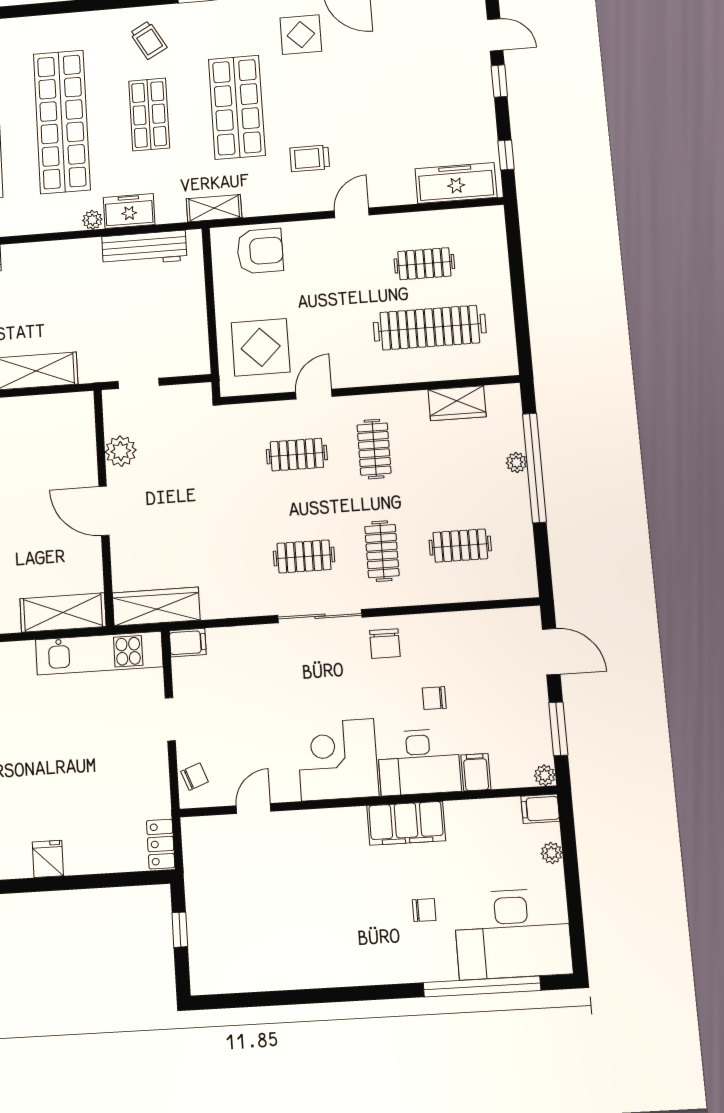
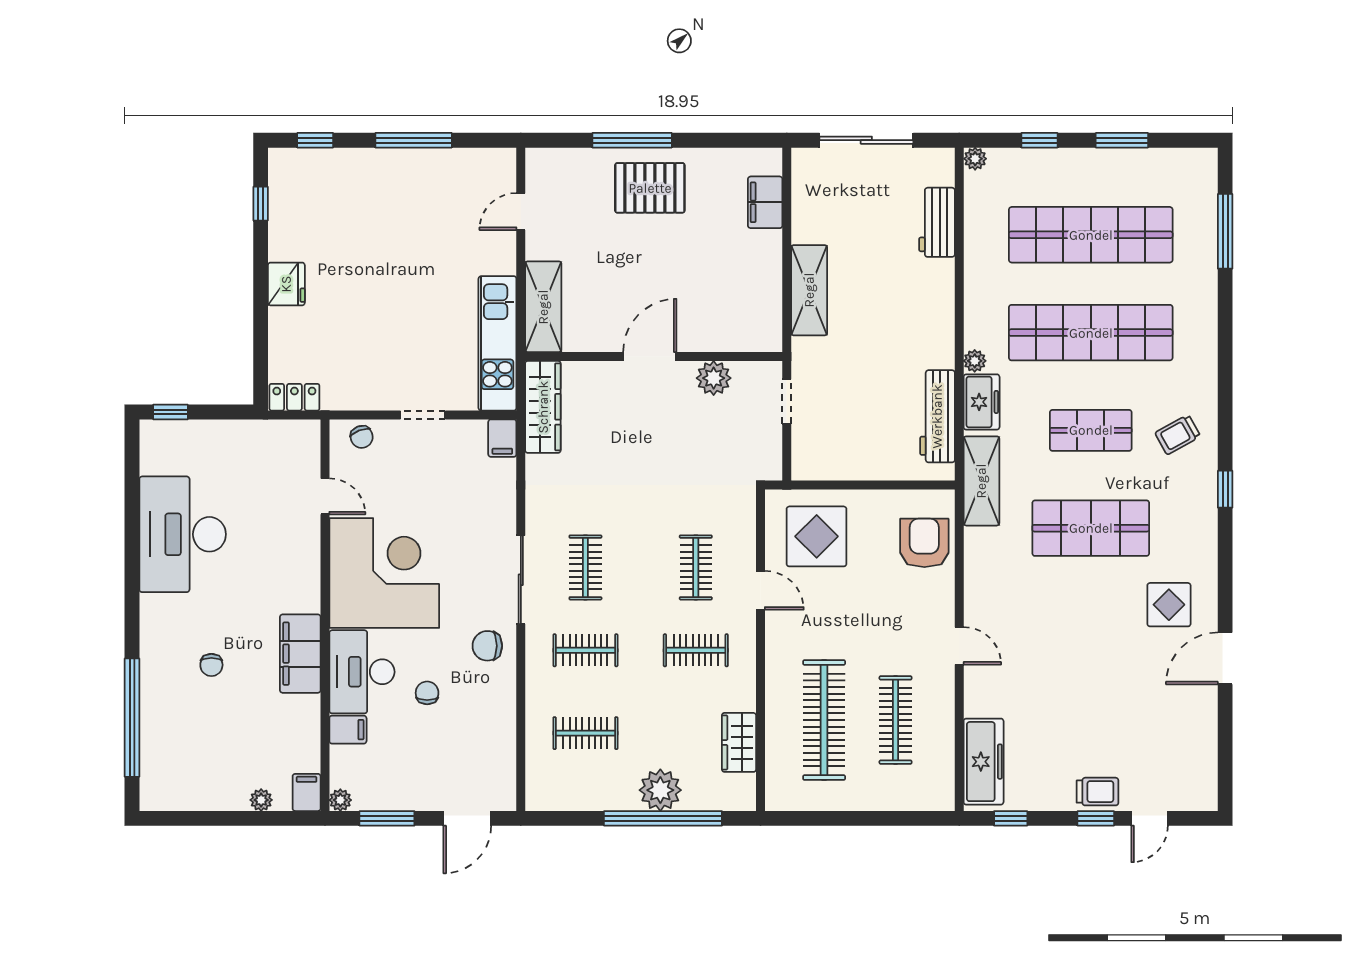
trolley: (310, 158) -> (1097, 792), moved, turned 90
shelving: (214, 208) -> (981, 481), width x1.50, depth x1.33
armchair: (260, 251) -> (924, 543), turned 180
clothes rail: (424, 264) -> (896, 720), width x1.36
plant: (517, 462) -> (660, 790), width x1.88, depth x1.88
clothes rail: (460, 546) -> (585, 733), turned 90
corner desk: (338, 760) -> (384, 573), width x1.36, depth x1.36
fridge: (48, 859) -> (286, 284), width x1.38
window: (180, 930) -> (170, 412), moved
desk: (513, 934) -> (183, 534), moved

